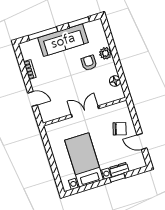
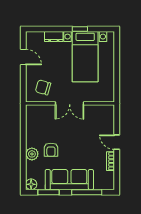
floor lamp: (115, 81) -> (31, 184), moved
door: (33, 99) -> (117, 142), moved
chair: (120, 129) -> (43, 87), moved
window: (117, 178) -> (80, 29), moved

